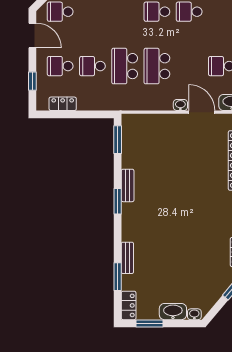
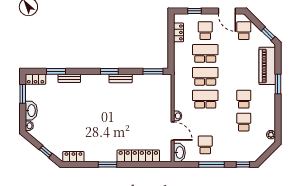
door: (32, 35) -> (227, 11), hinge flipped
school desk: (92, 66) -> (205, 53), width x1.85
door: (202, 112) -> (173, 131), hinge flipped

